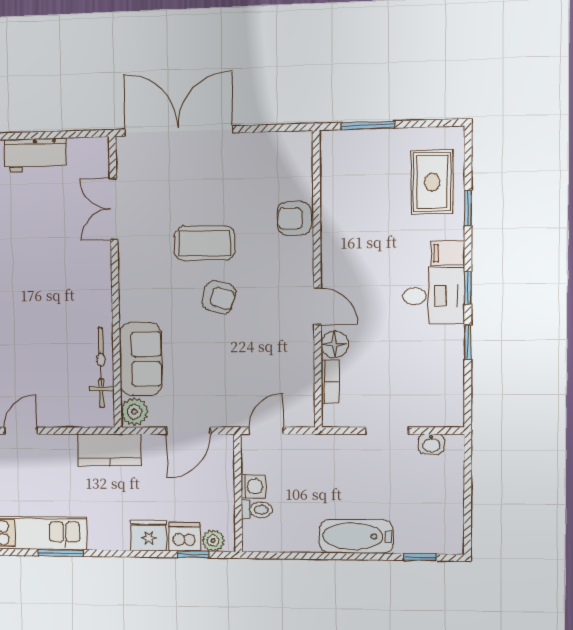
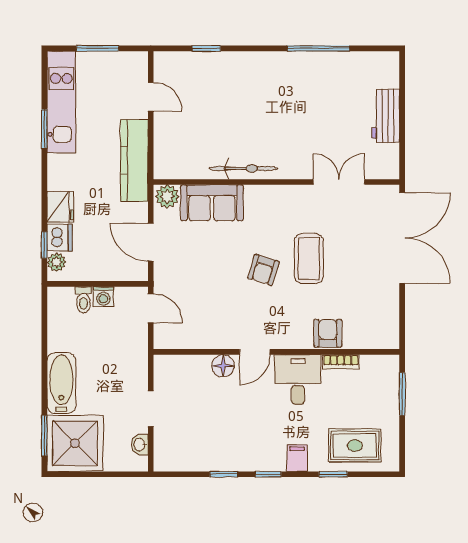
desk: (434, 296) -> (298, 379), moved, turned 180
bicycle: (101, 368) -> (243, 168), moved
bookcase: (330, 382) -> (341, 362), moved
kitchen counter: (109, 450) -> (134, 160), width x1.50
shower: (429, 521) -> (75, 443), added
window: (420, 557) -> (44, 436), width x1.50

